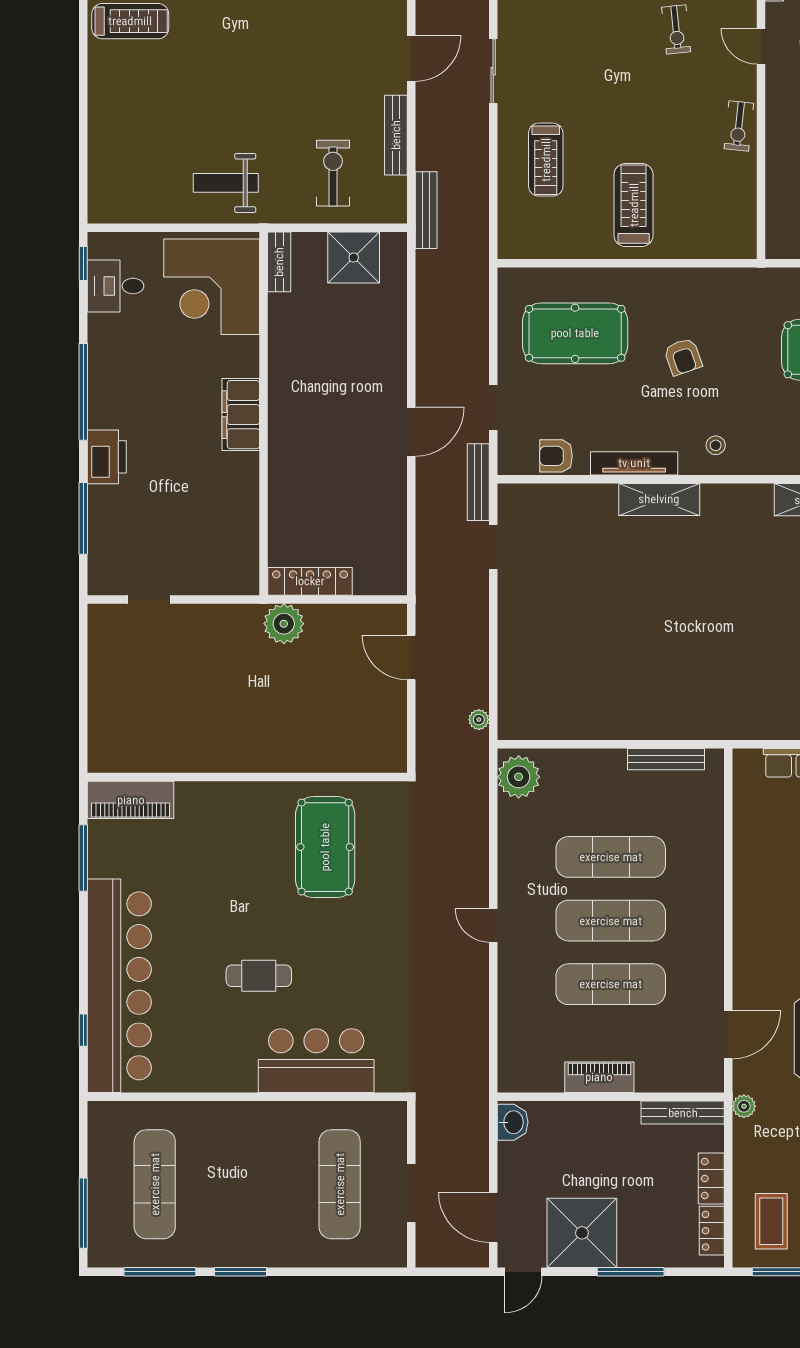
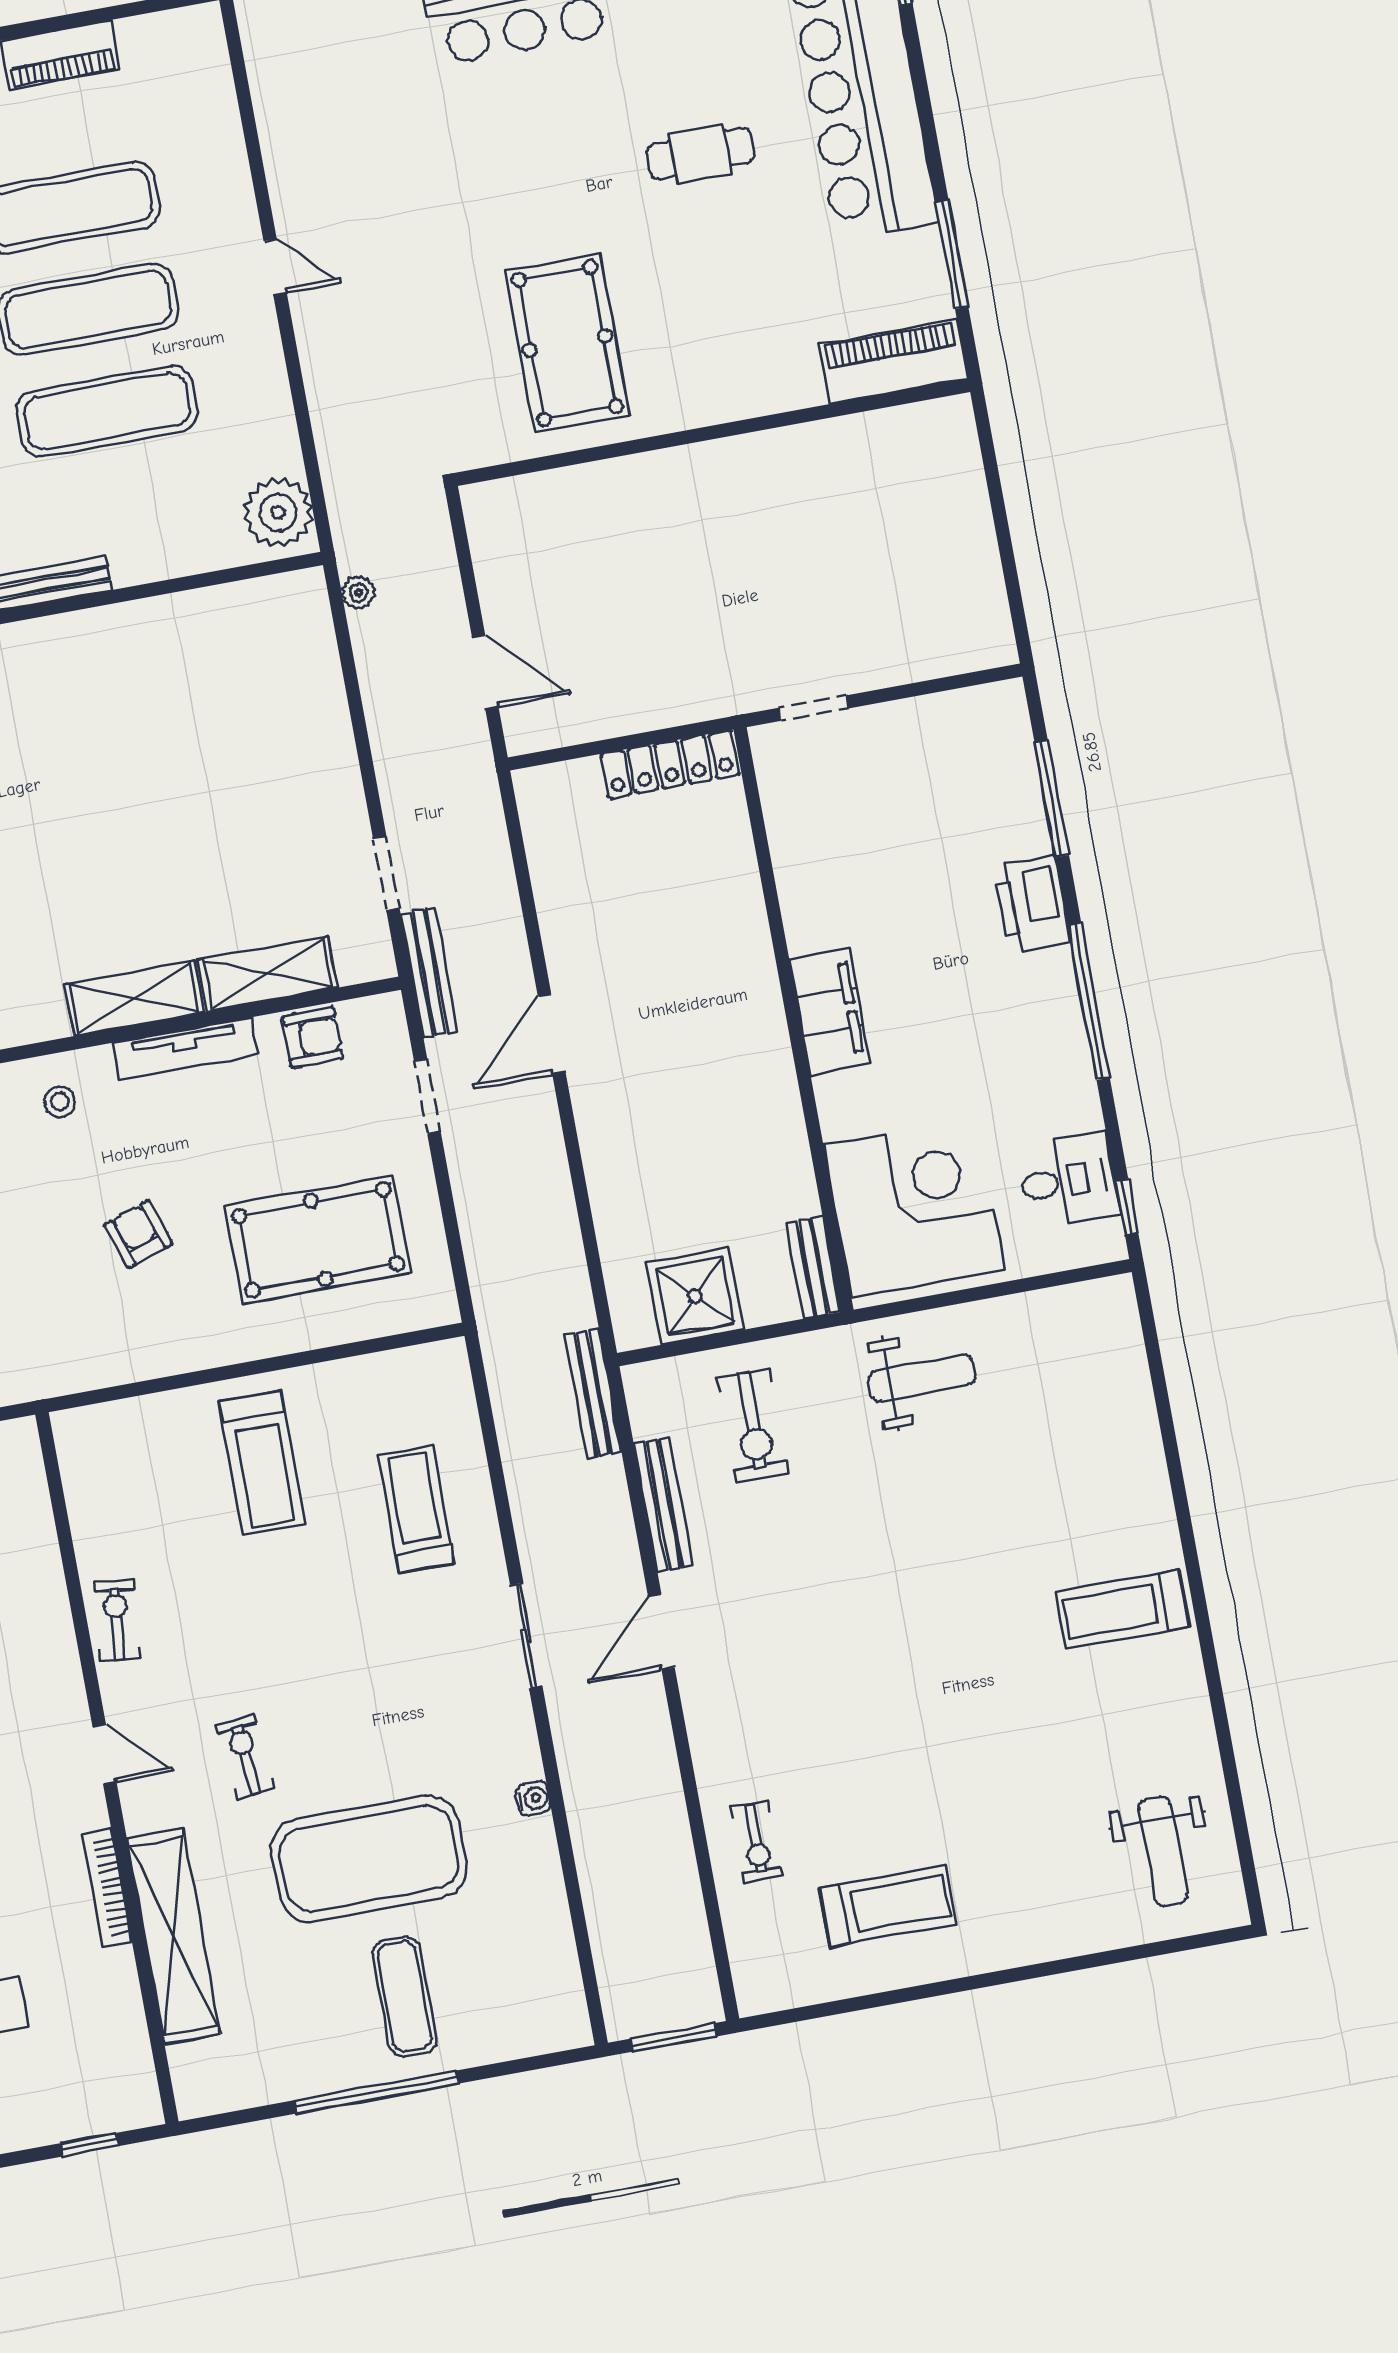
shelving: (576, 500) -> (268, 974), added
doorway: (149, 599) -> (813, 708), moved
plant: (284, 624) -> (699, 689), removed
cafe table: (259, 976) -> (700, 153), moved

